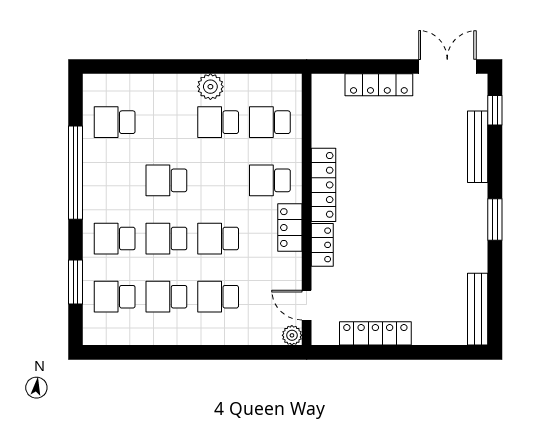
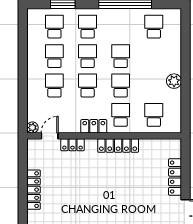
school desk: (218, 122) -> (121, 85), moved
locker: (322, 245) -> (73, 145), moved
locker: (375, 333) -> (33, 190), moved

